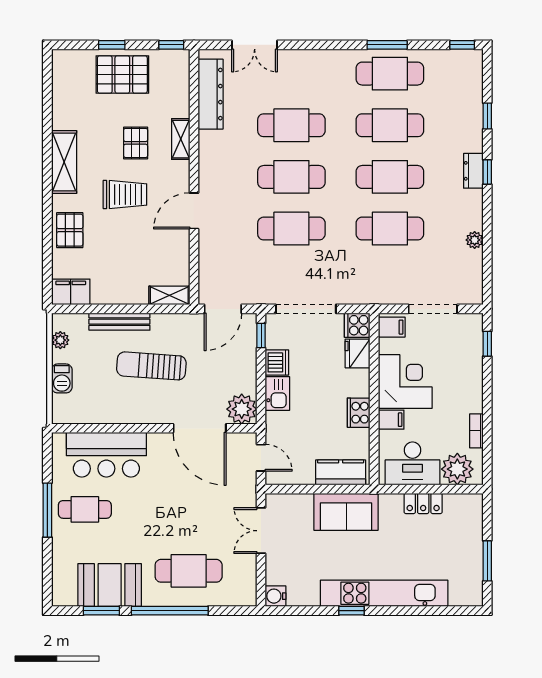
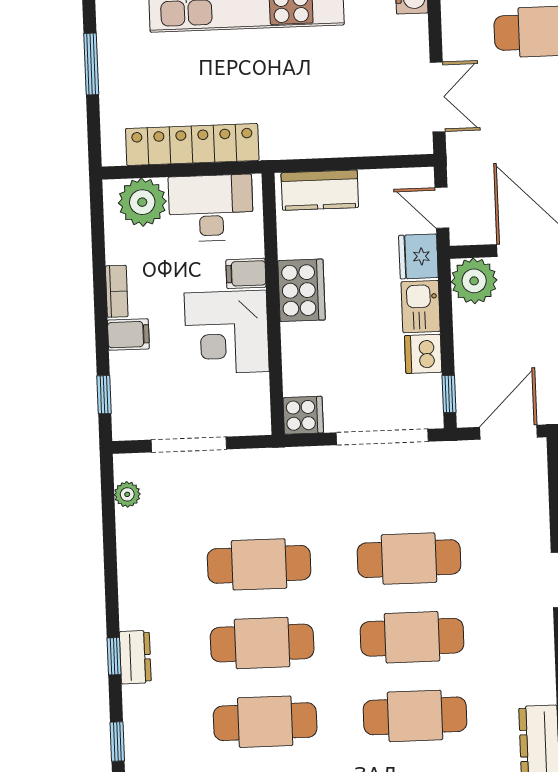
plant: (475, 240) -> (127, 494), moved
filing cabinet: (392, 327) -> (128, 335), moved, turned 180
fridge: (358, 353) -> (418, 256), moved, turned 180
cooker: (359, 413) -> (301, 290), width x1.37, depth x1.31
bookcase: (476, 431) -> (117, 291), moved
locker: (423, 503) -> (192, 145), width x2.16, depth x1.21
sofa: (346, 512) -> (309, 130), removed

